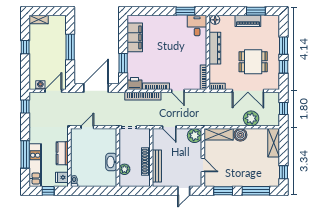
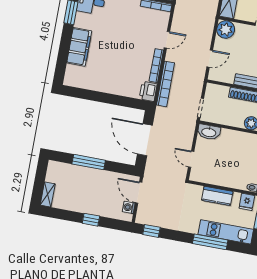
filing cabinet: (135, 37) -> (79, 47), moved, turned 90
window: (25, 47) -> (91, 220), moved
window: (123, 63) -> (120, 101), removed
washbasin: (111, 162) -> (209, 132), moved

